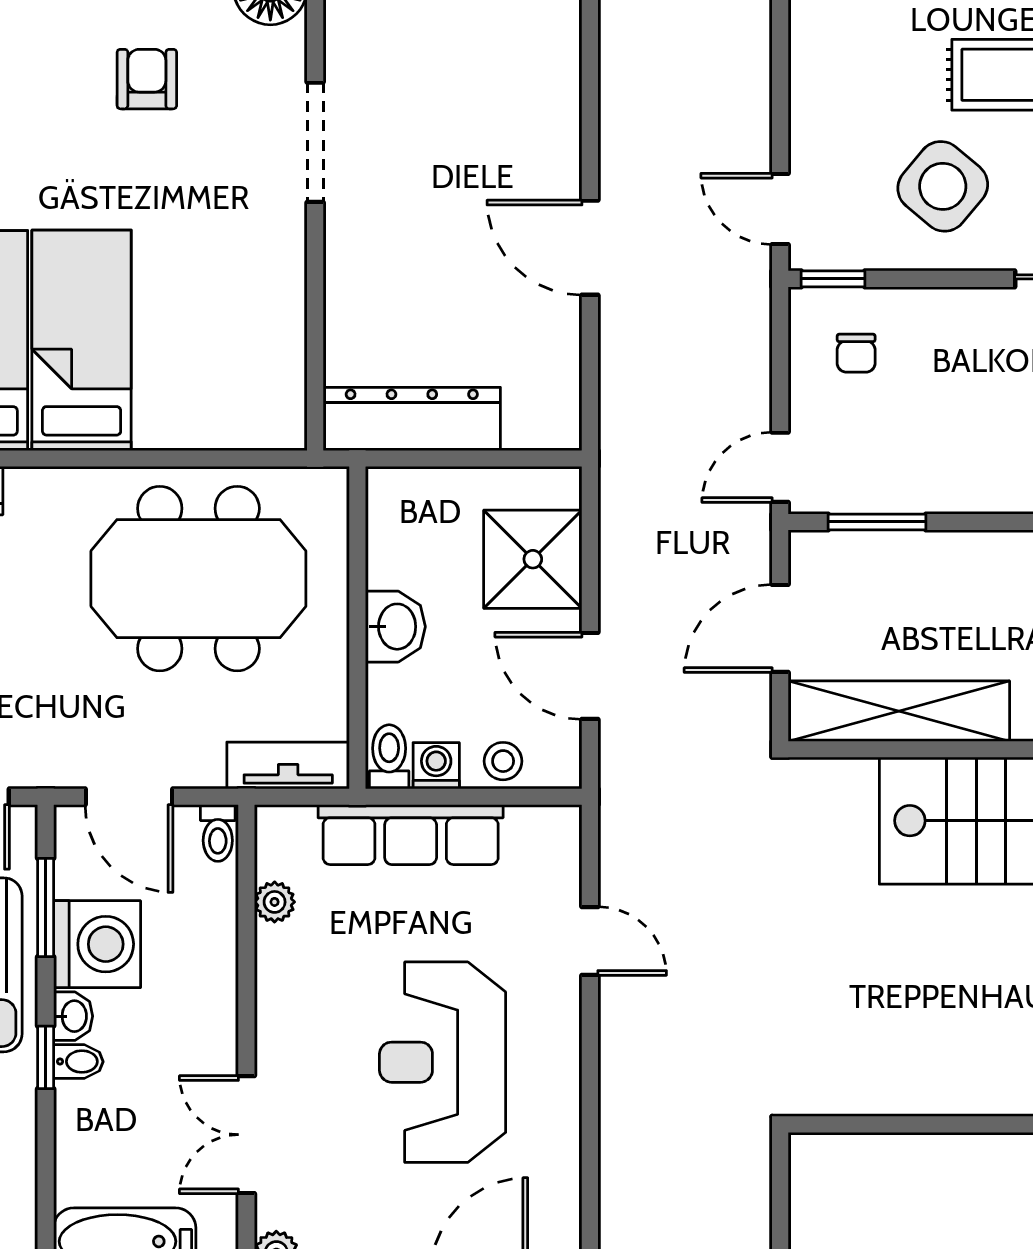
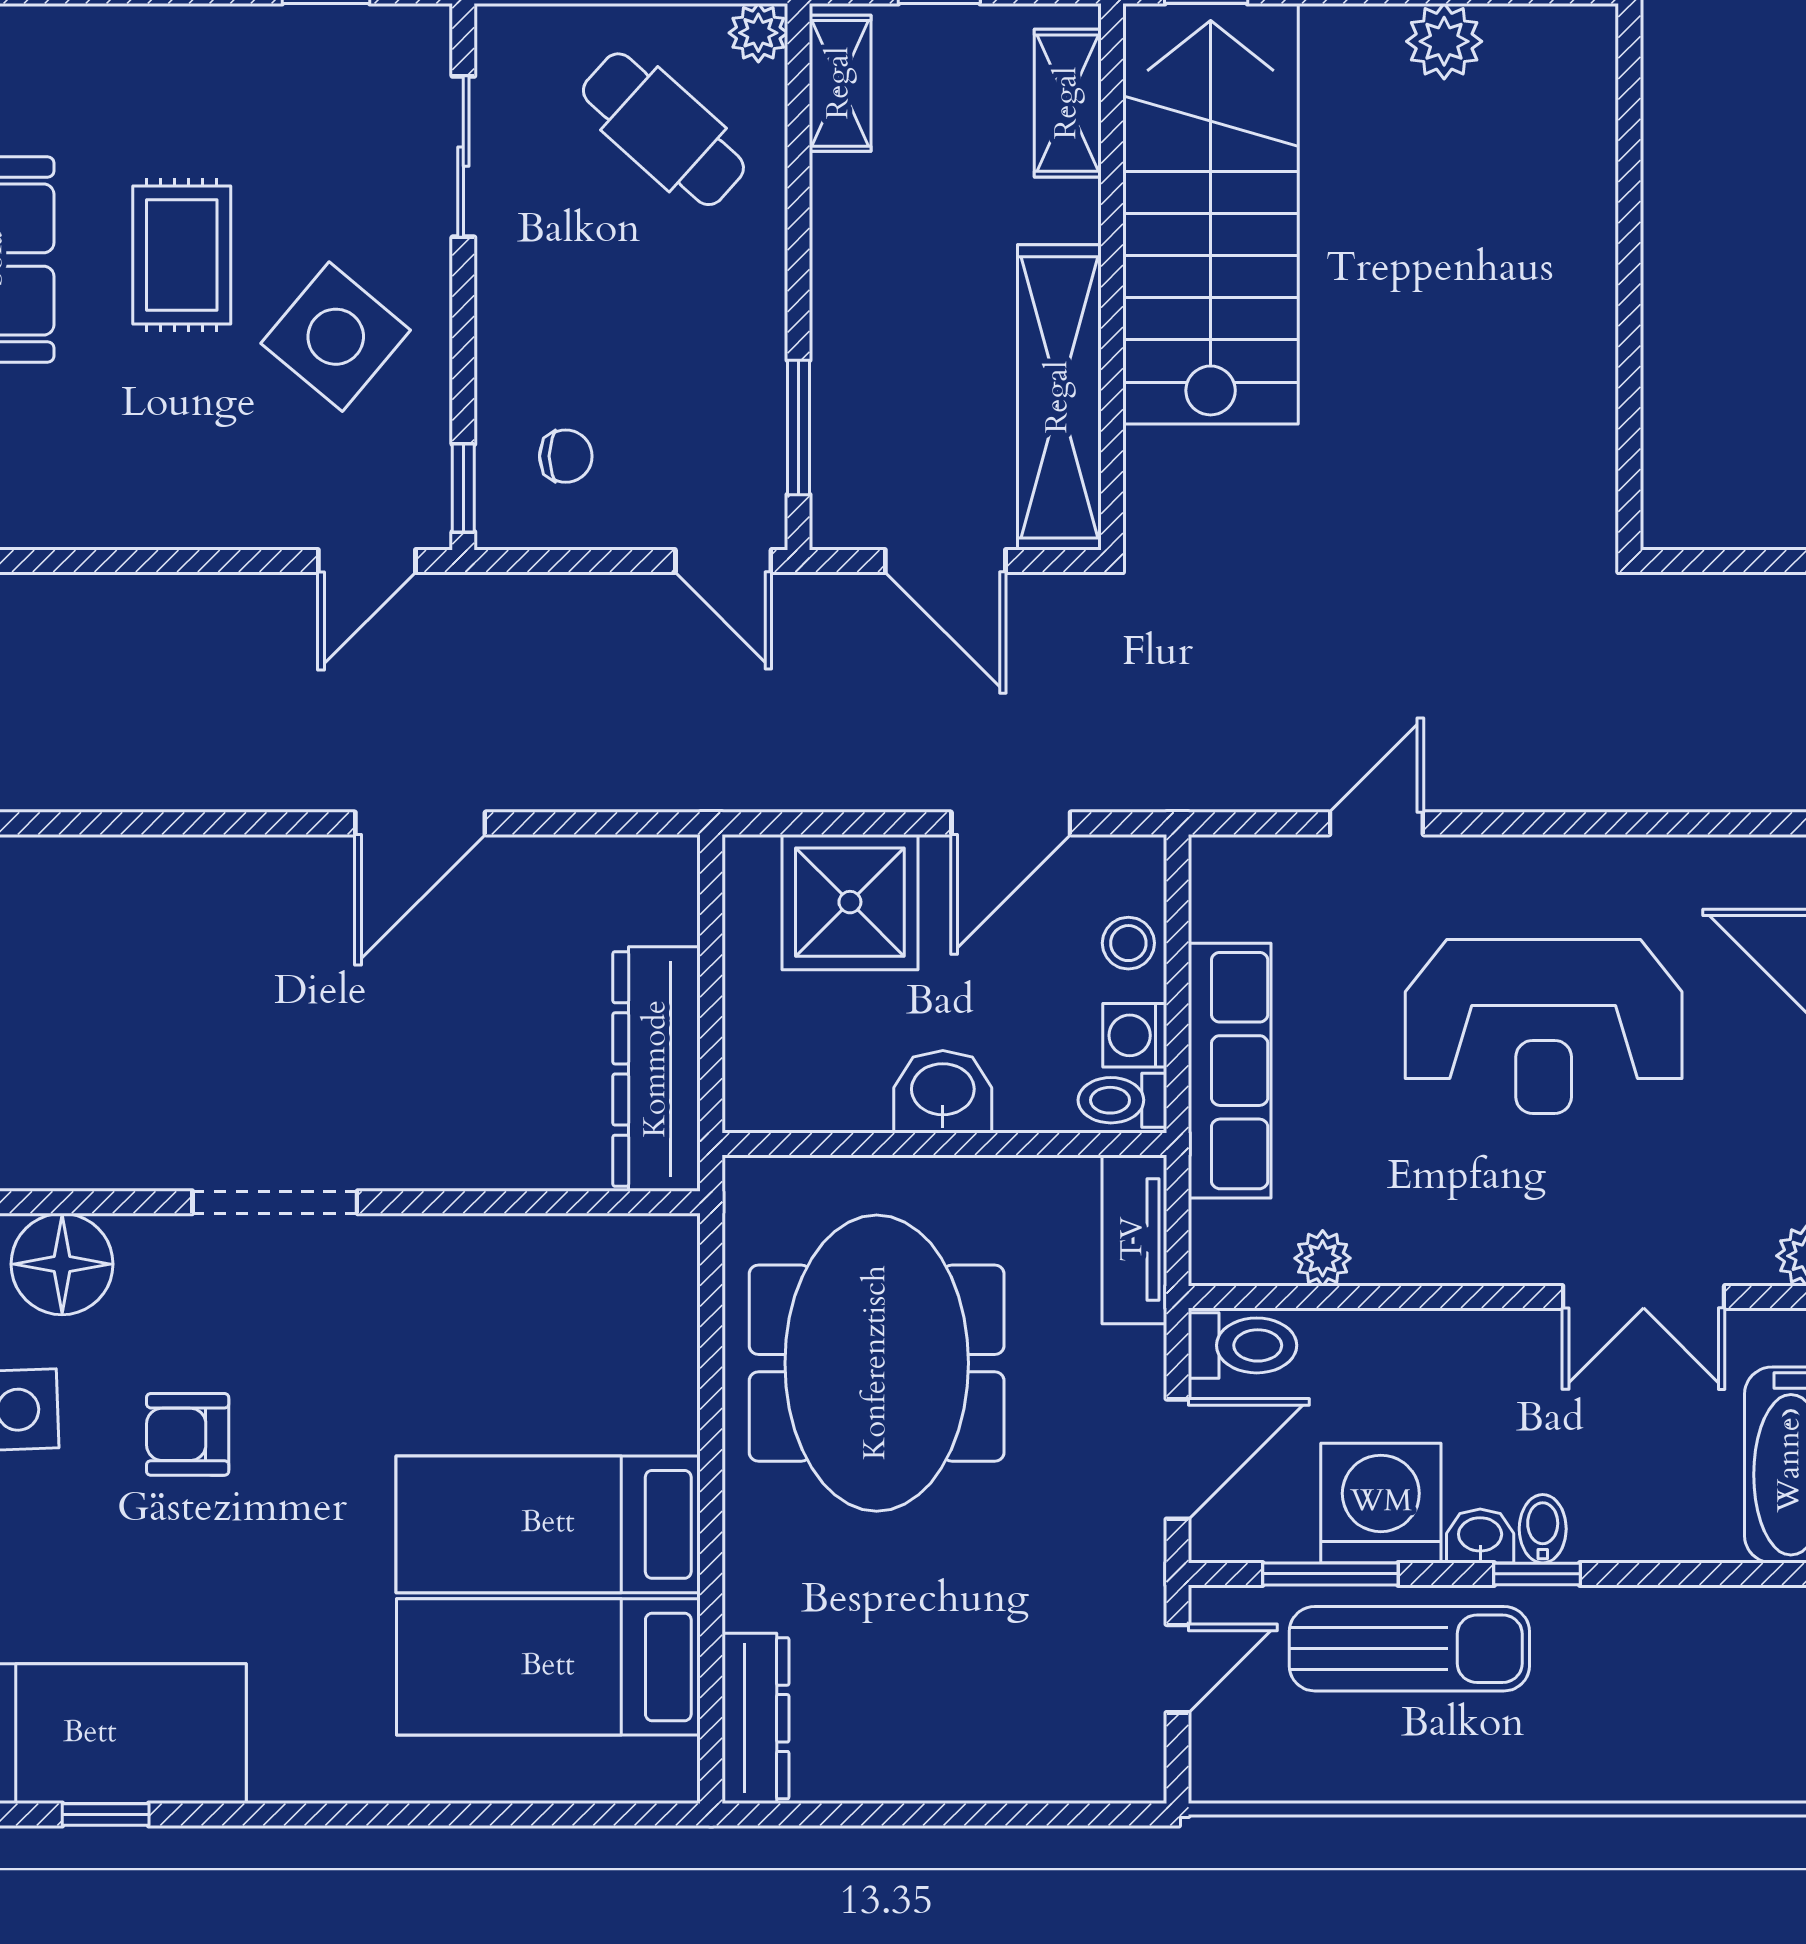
toilet: (218, 833) -> (1243, 1345), width x1.37, depth x1.39

